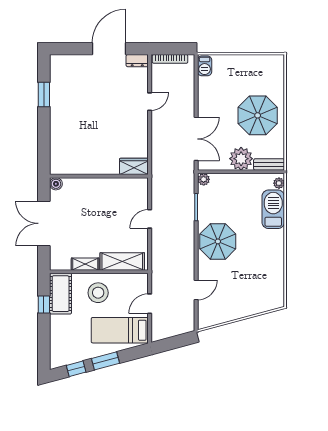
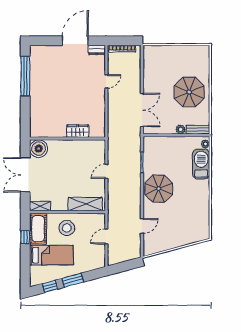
barbecue: (205, 66) -> (148, 54), removed
window: (44, 95) -> (25, 76), width x2.11
plant: (241, 159) -> (181, 129), width x0.53, depth x0.53
wardrobe: (134, 166) -> (78, 131), moved
plant: (204, 179) -> (148, 141), removed
boiler: (56, 184) -> (39, 149), width x1.86, depth x1.86
shelving: (85, 264) -> (40, 206), moved
bed: (120, 330) -> (52, 255), moved, turned 180

